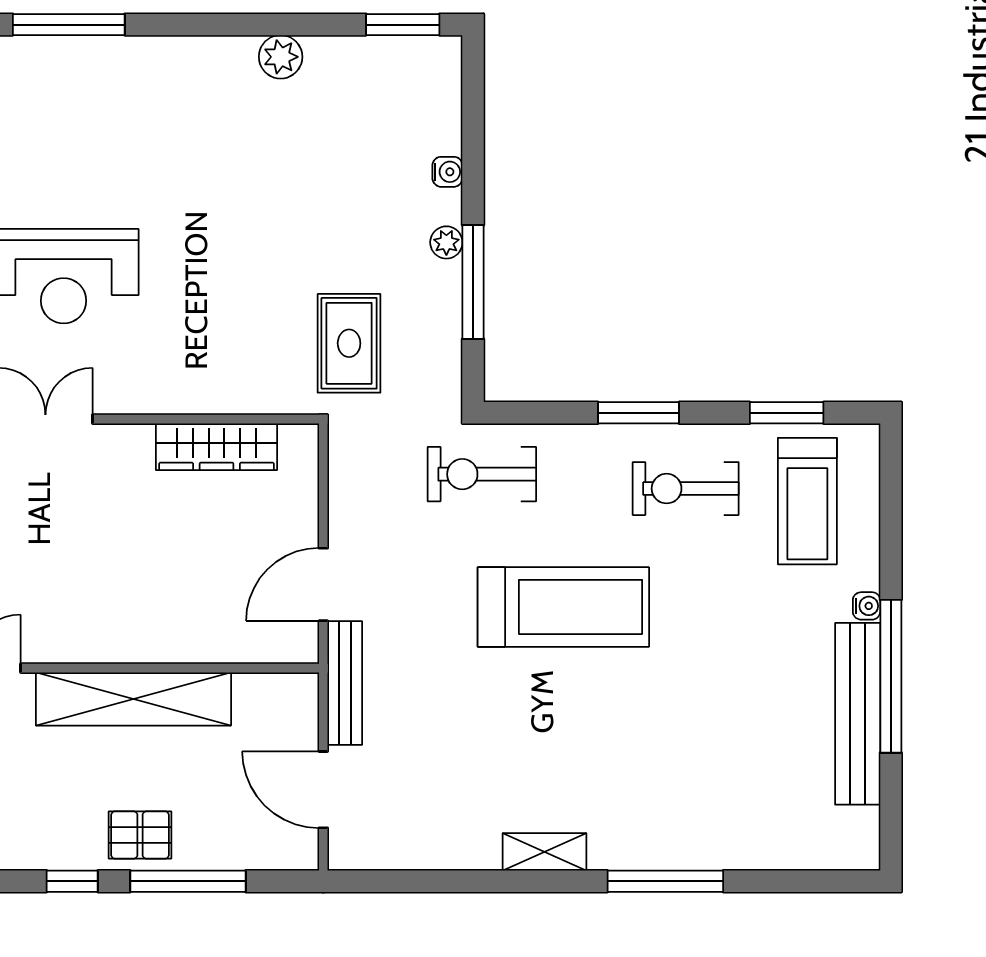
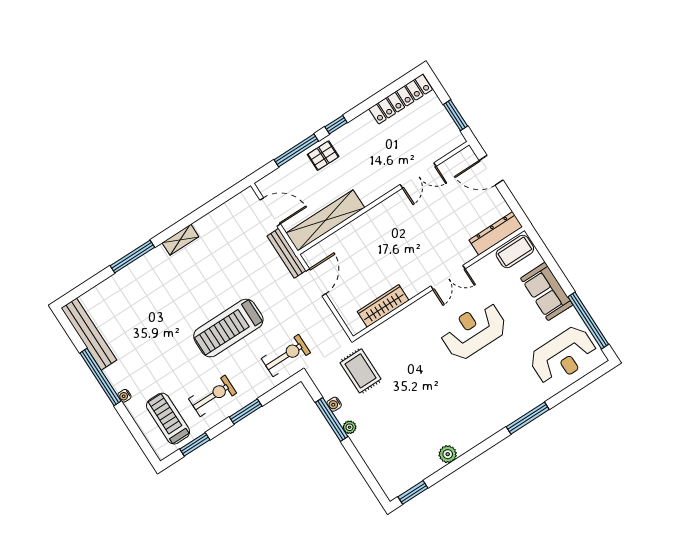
water cooler: (447, 172) -> (334, 404), moved
shelving: (133, 699) -> (325, 220), moved
bench: (858, 714) -> (89, 334), moved

